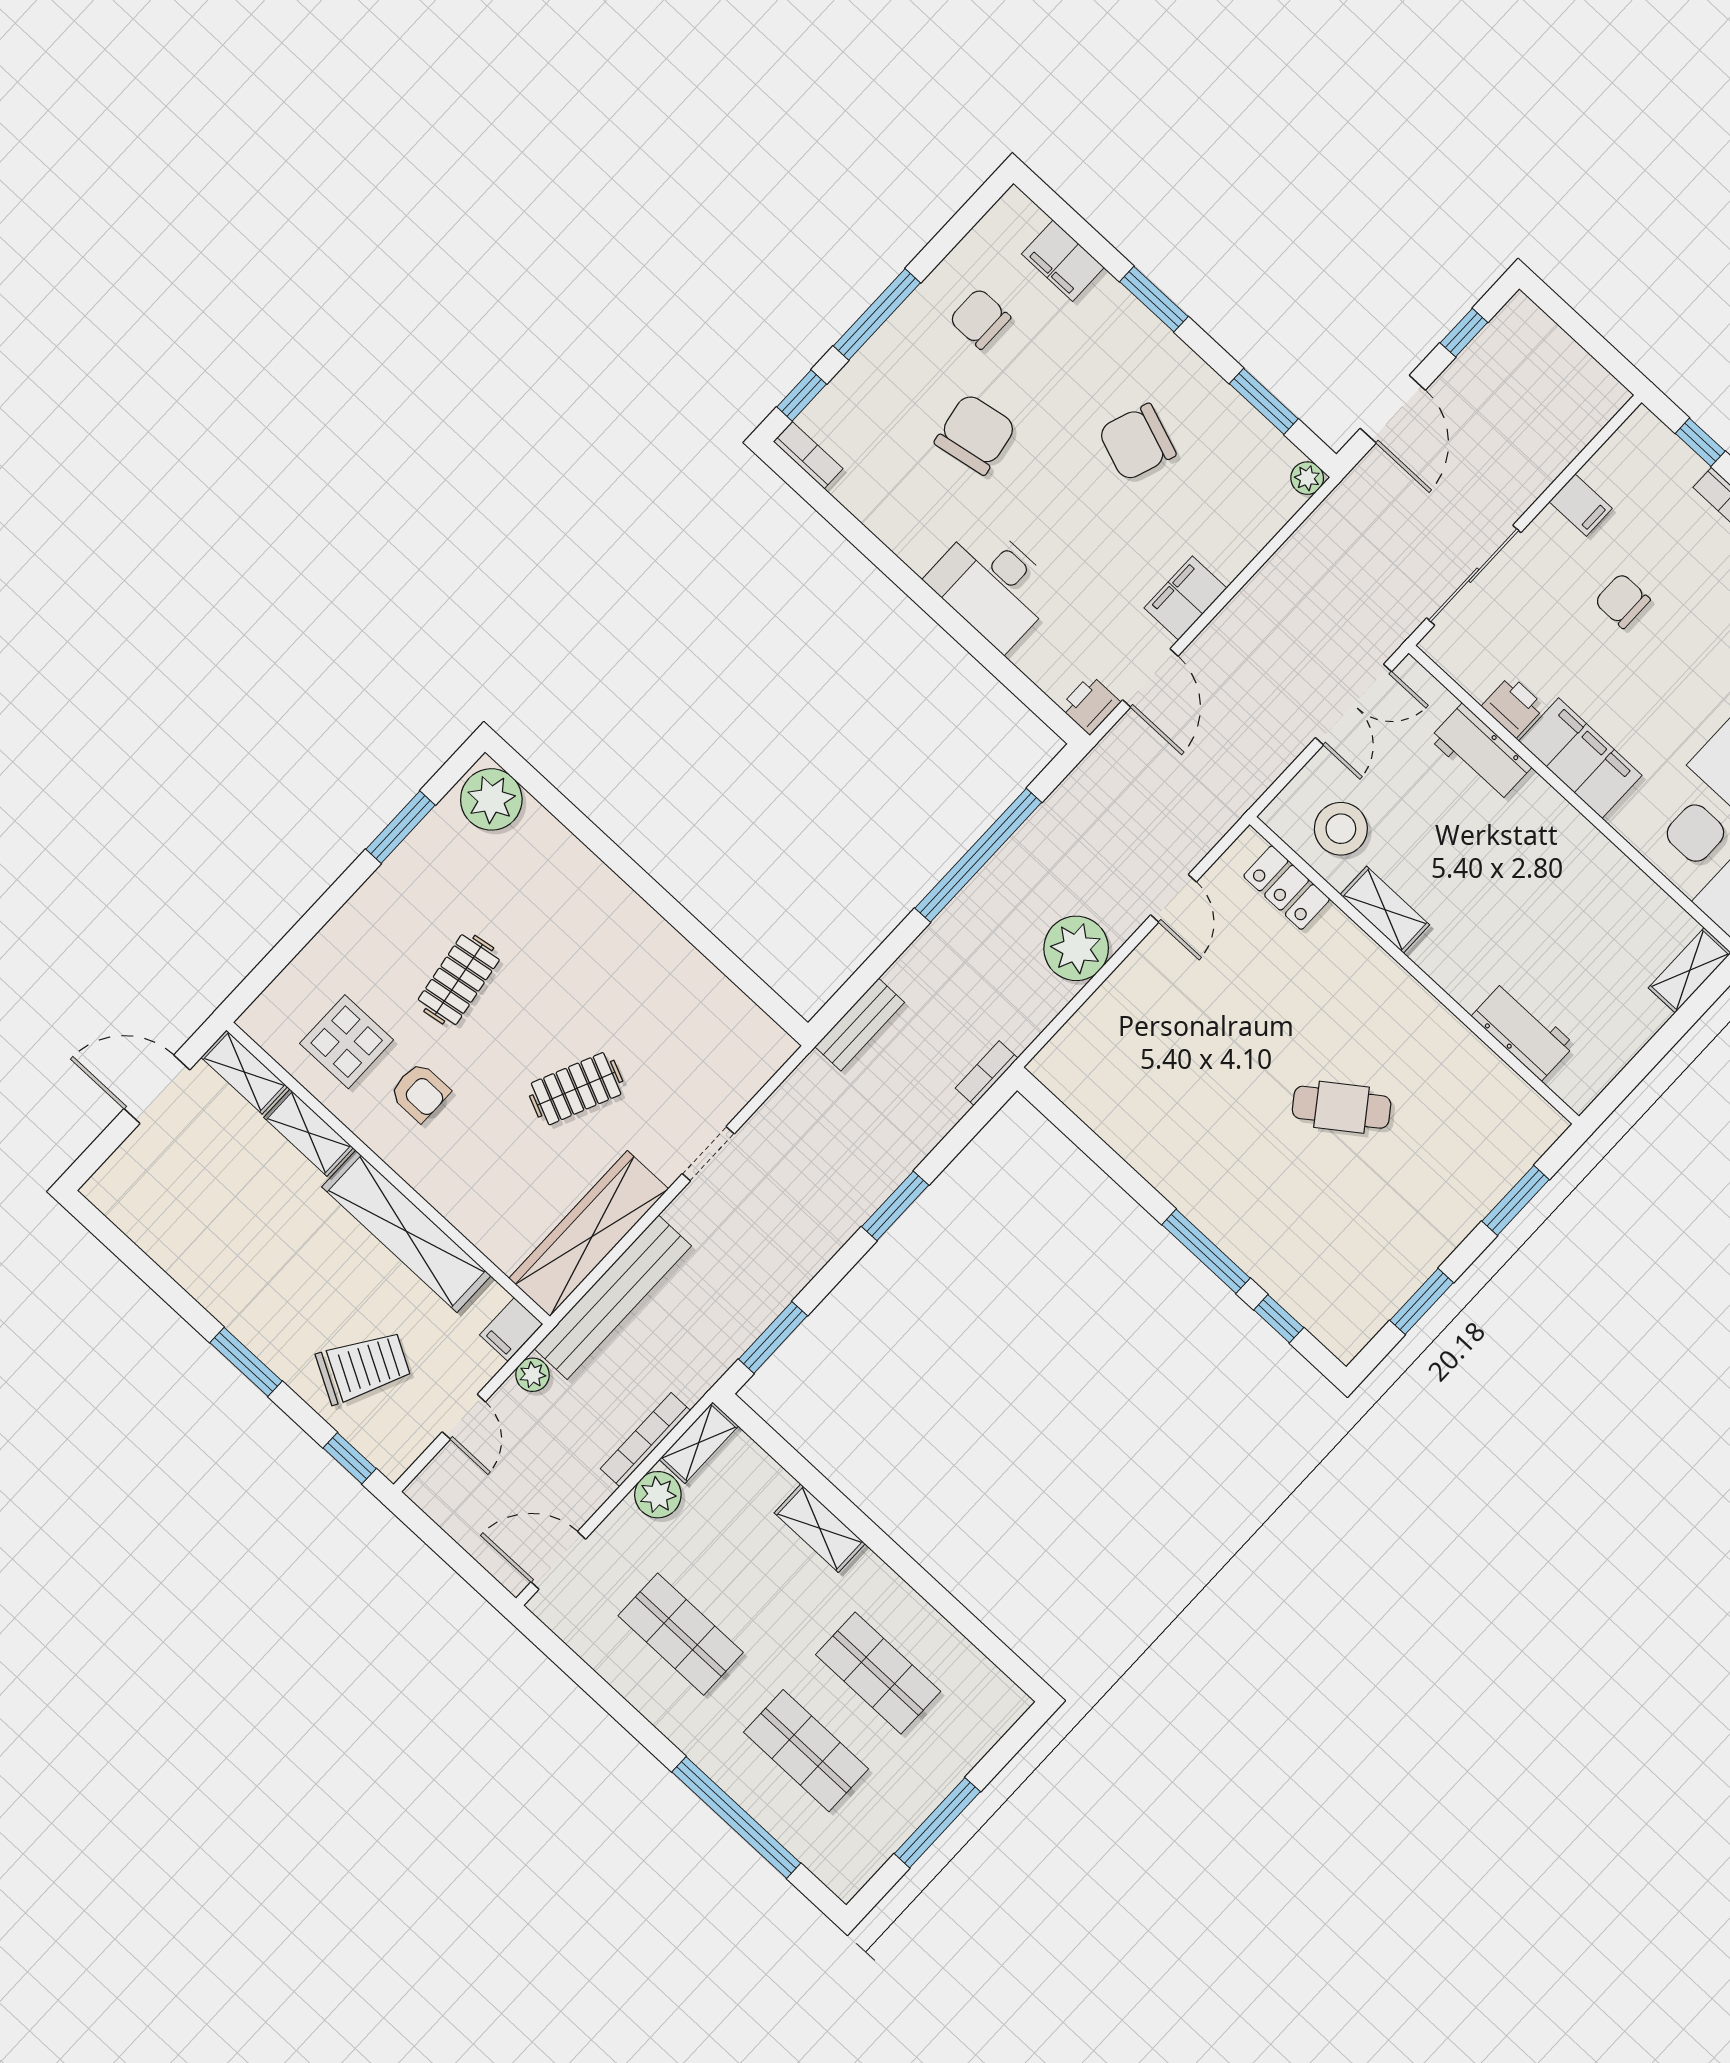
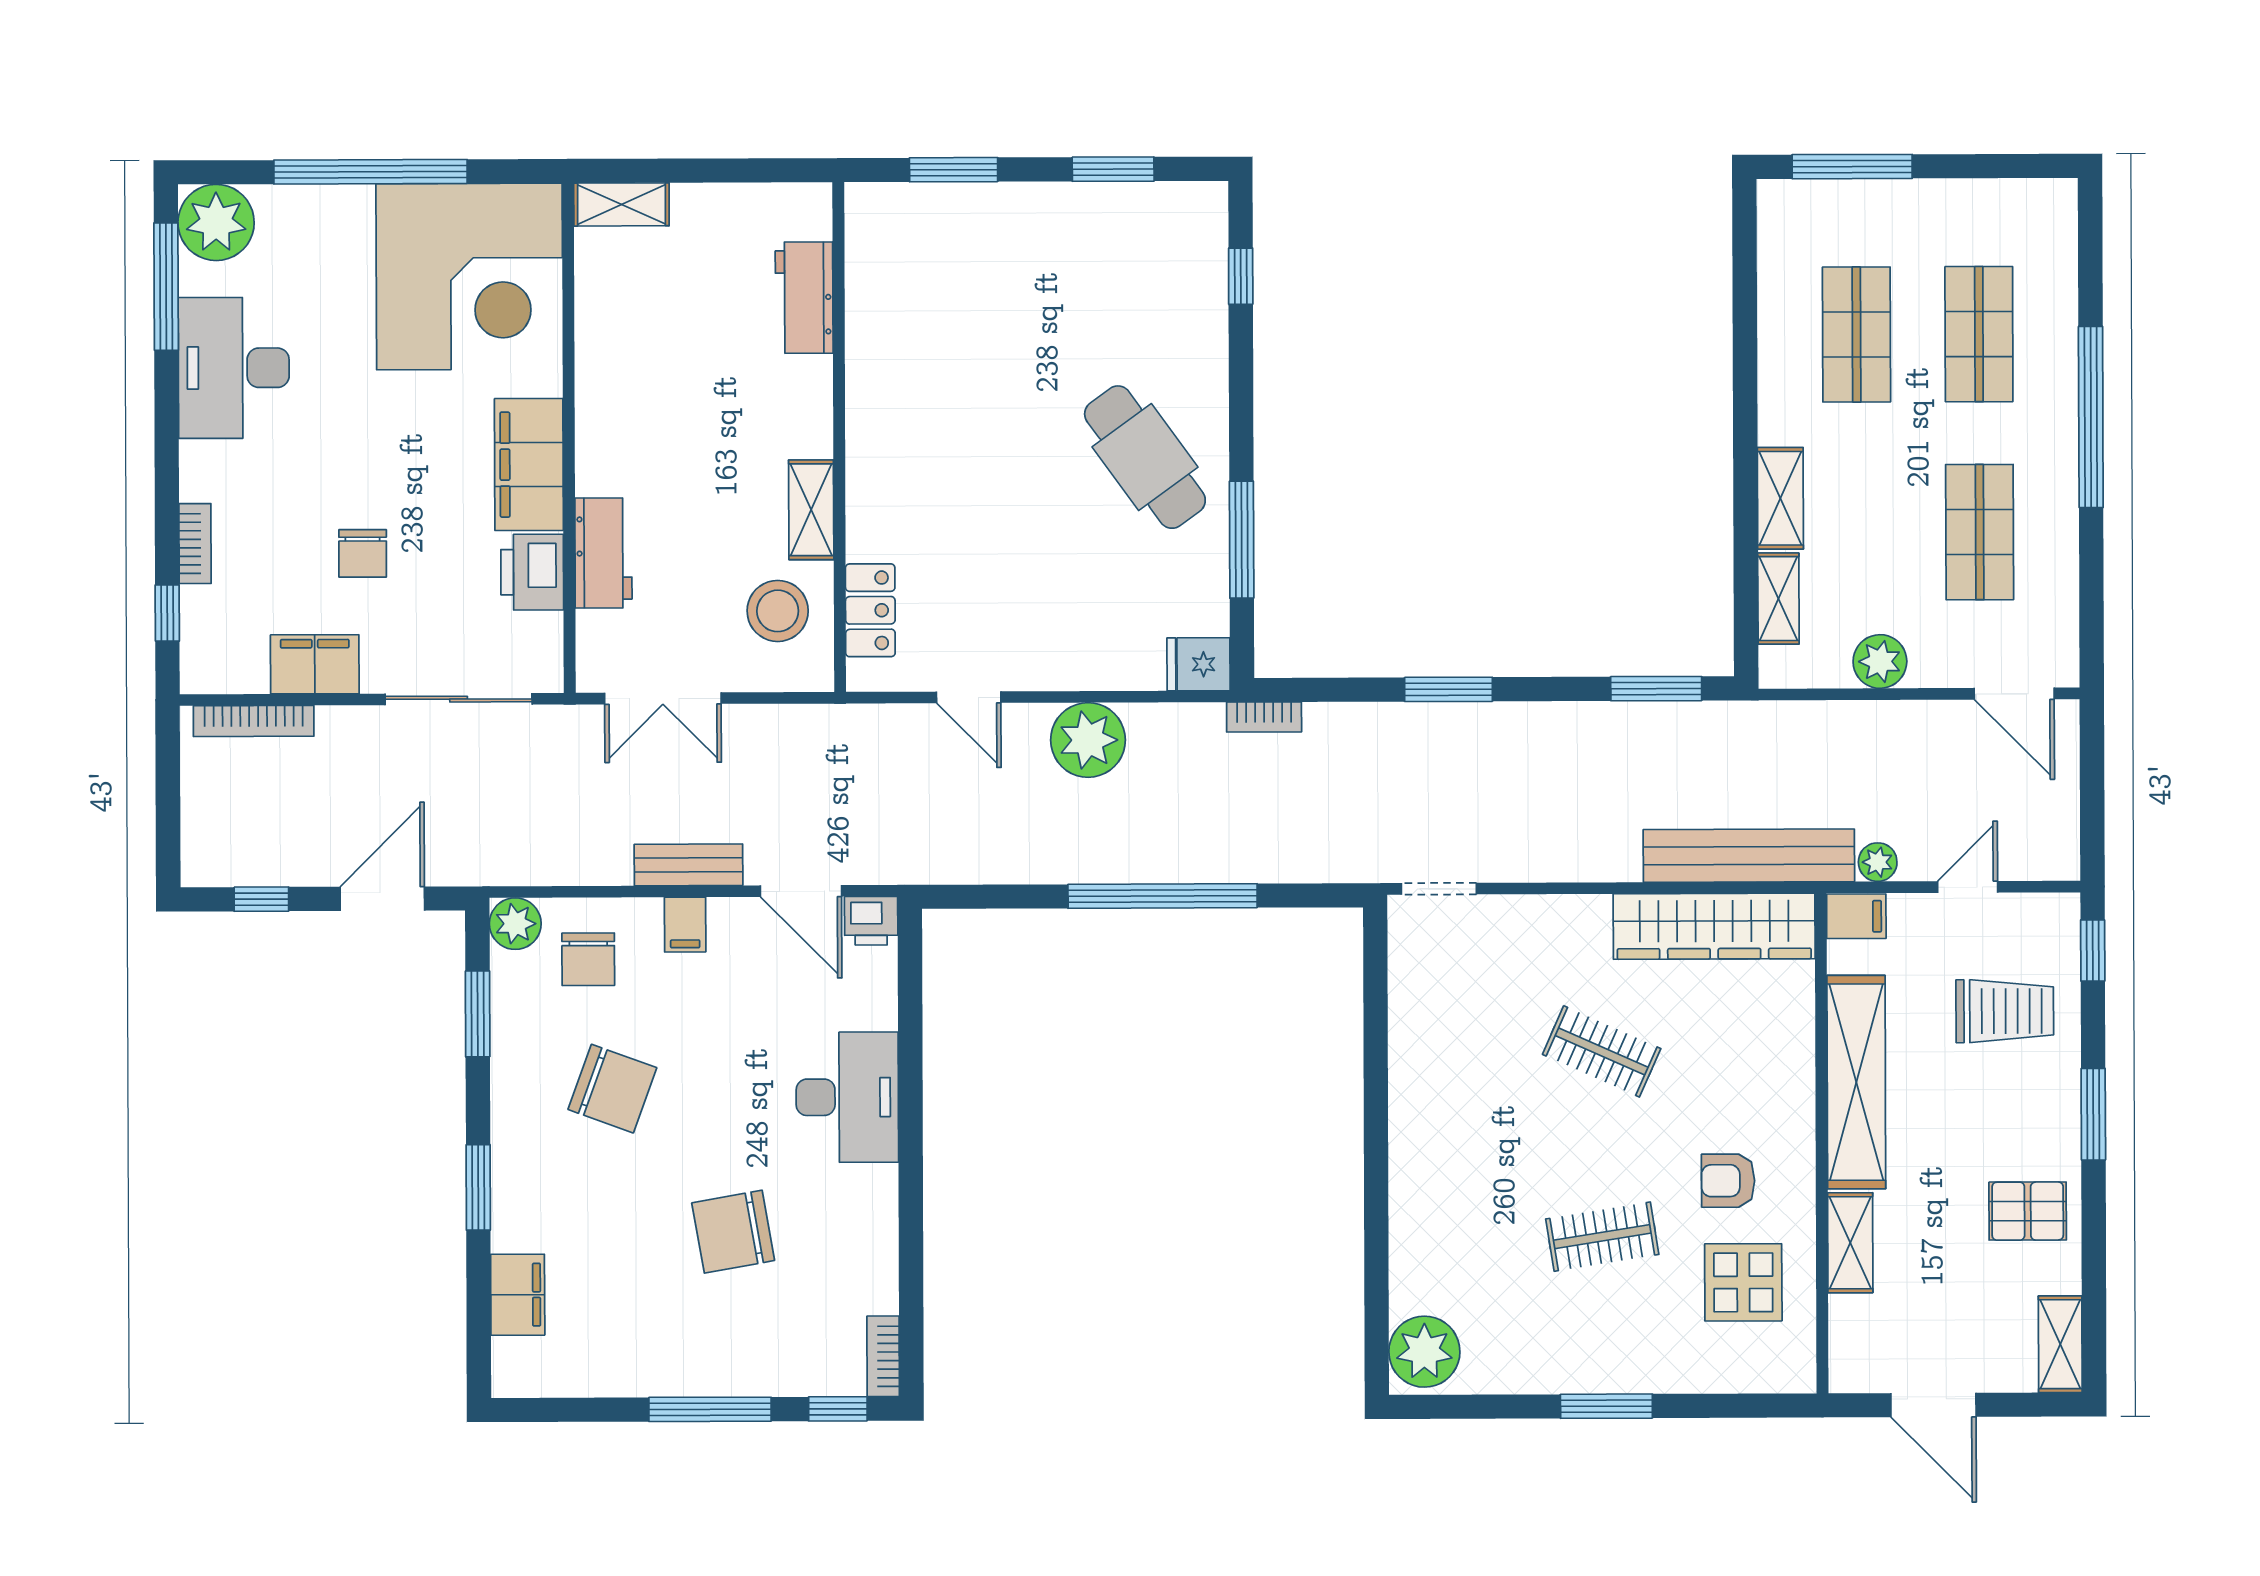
chair: (980, 319) -> (588, 959), moved
plant: (1307, 478) -> (515, 924), width x1.38, depth x1.38
filing cabinet: (1581, 505) -> (315, 664), width x2.00
filing cabinet: (1185, 598) -> (685, 925), width x0.50
door: (1150, 678) -> (801, 891), swing flipped
double door: (1353, 705) -> (663, 698), swing flipped
printer: (1513, 706) -> (532, 572), width x1.36, depth x1.24
window: (401, 827) -> (1606, 1406), moved
window: (978, 855) -> (1163, 896), moved
door: (1174, 898) -> (969, 697), swing flipped
bench: (860, 1025) -> (688, 865), moved
fridge: (1059, 1063) -> (1198, 664), added
shelving: (244, 1072) -> (2060, 1344), moved
armchair: (420, 1092) -> (1728, 1181), turned -90
cafe table: (1342, 1107) -> (1145, 457), moved, width x1.37, depth x1.35
doorway: (708, 1154) -> (1439, 889), moved
window: (1206, 1251) -> (1242, 540), moved
pallet: (224, 1263) -> (2028, 1211), added
trolley: (363, 1367) -> (2005, 1011), turned 151
bookcase: (645, 1440) -> (254, 721), moved
shelving: (699, 1443) -> (1778, 599), moved, turned 90
window: (736, 1817) -> (2091, 417), moved
window: (937, 1823) -> (1852, 167), moved

